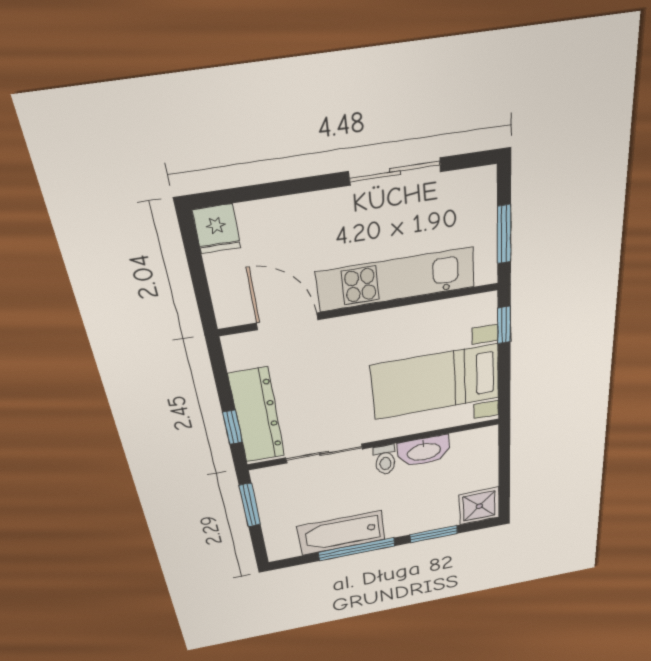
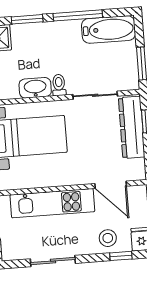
window: (256, 192) -> (121, 256), added
stool: (286, 225) -> (108, 238), added
bathtub: (342, 533) -> (109, 29), moved

